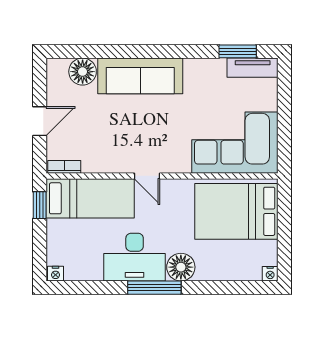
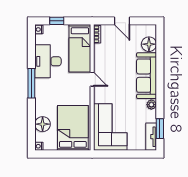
plant: (194, 67) -> (151, 105), added
door: (147, 176) -> (92, 79), swing flipped
window: (40, 205) -> (57, 21), moved
desk: (135, 257) -> (48, 61), moved
floor lamp: (181, 267) -> (43, 124), moved

